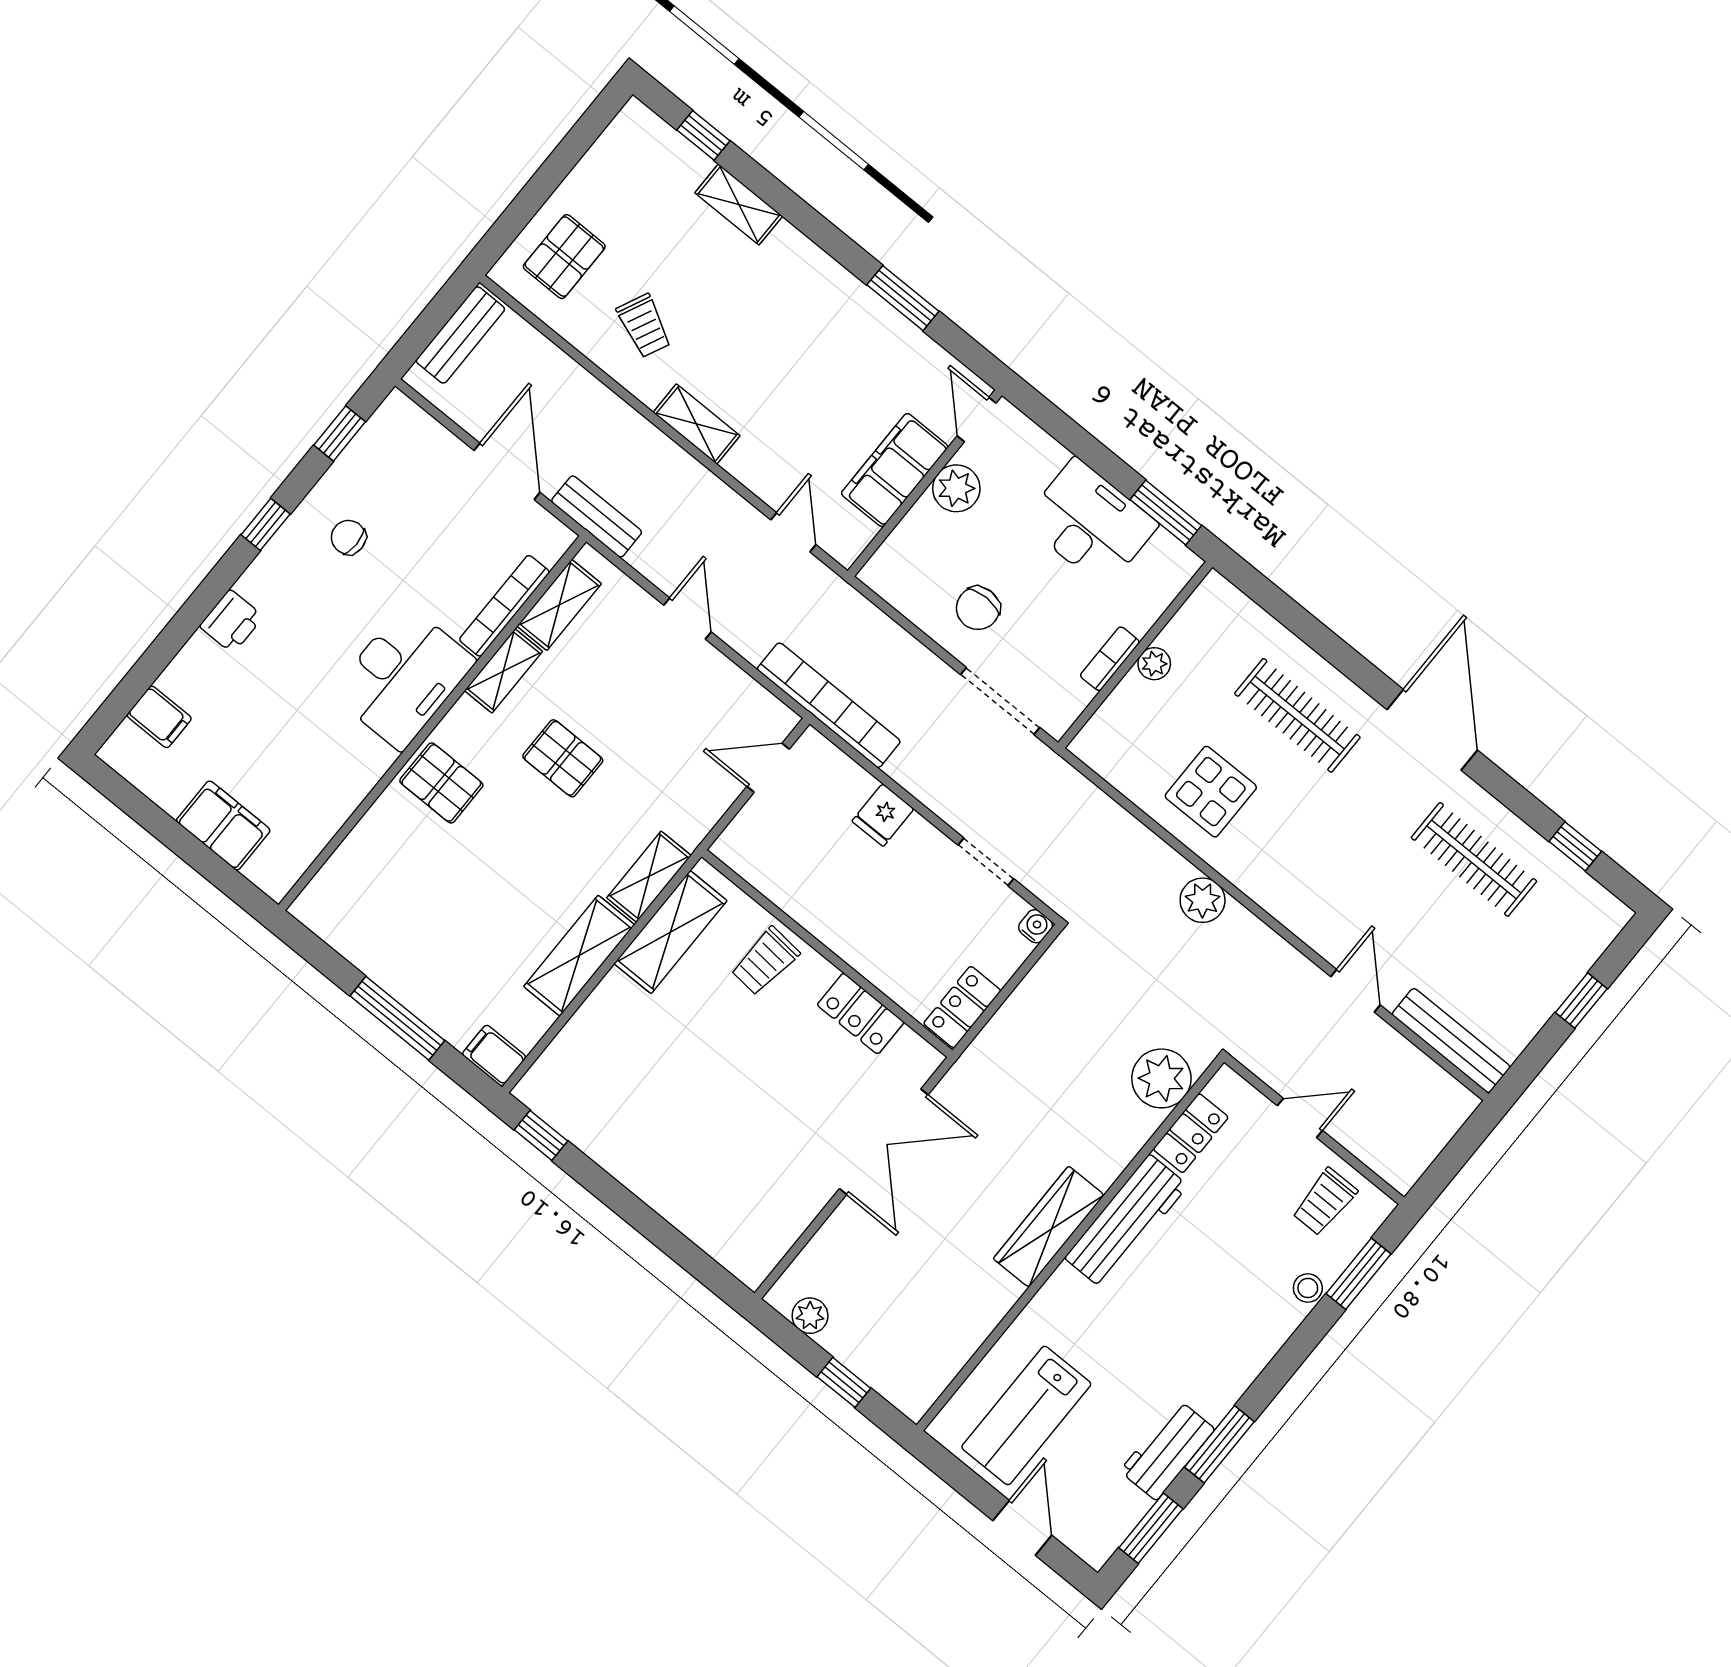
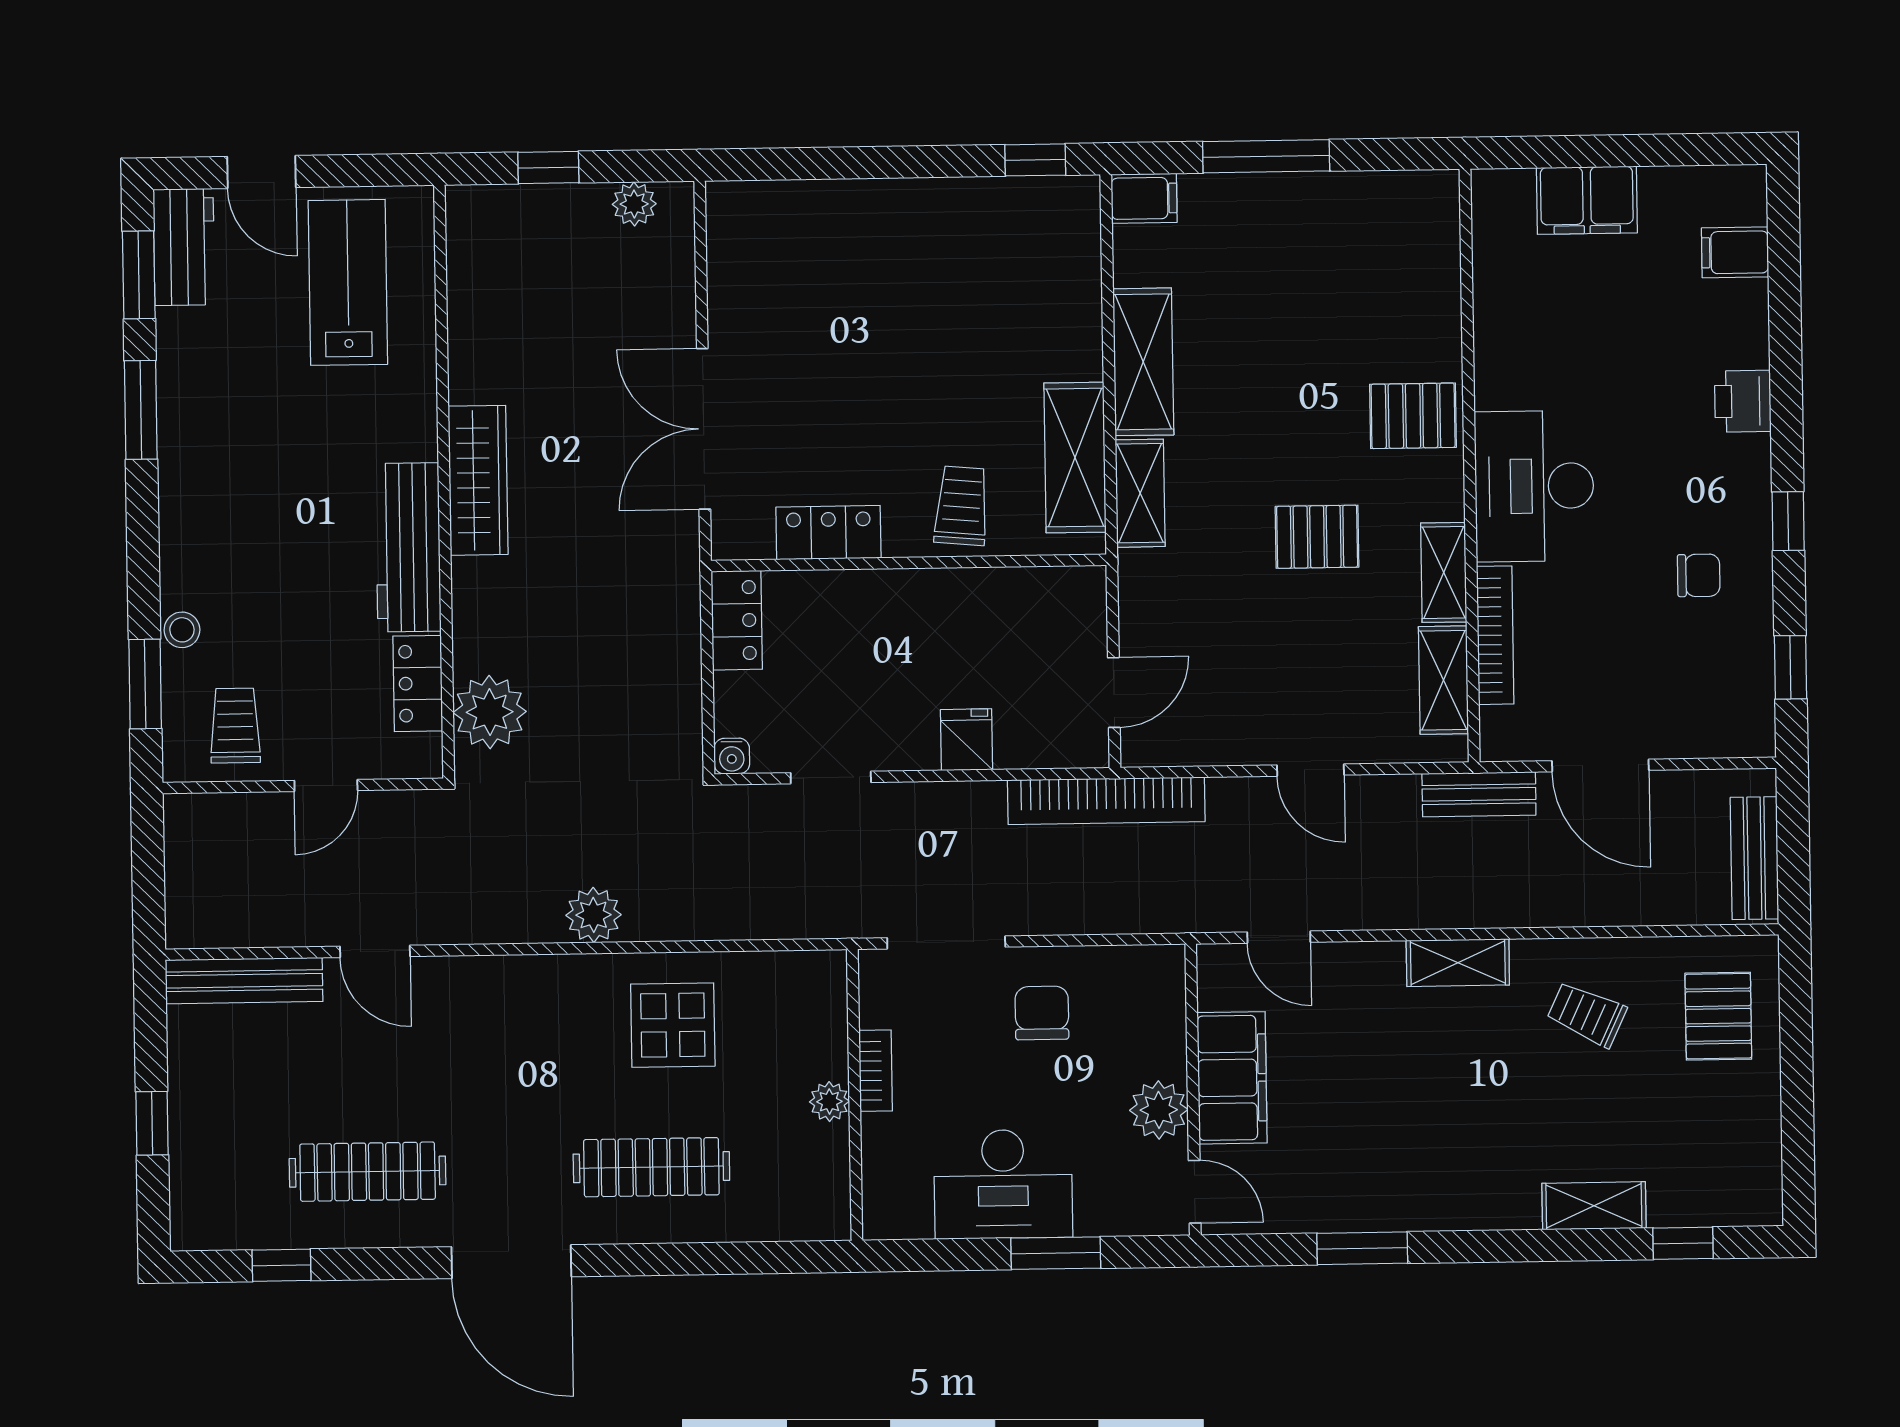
window: (1166, 512) -> (1056, 1253), moved
workbench: (1167, 1450) -> (184, 247), moved

